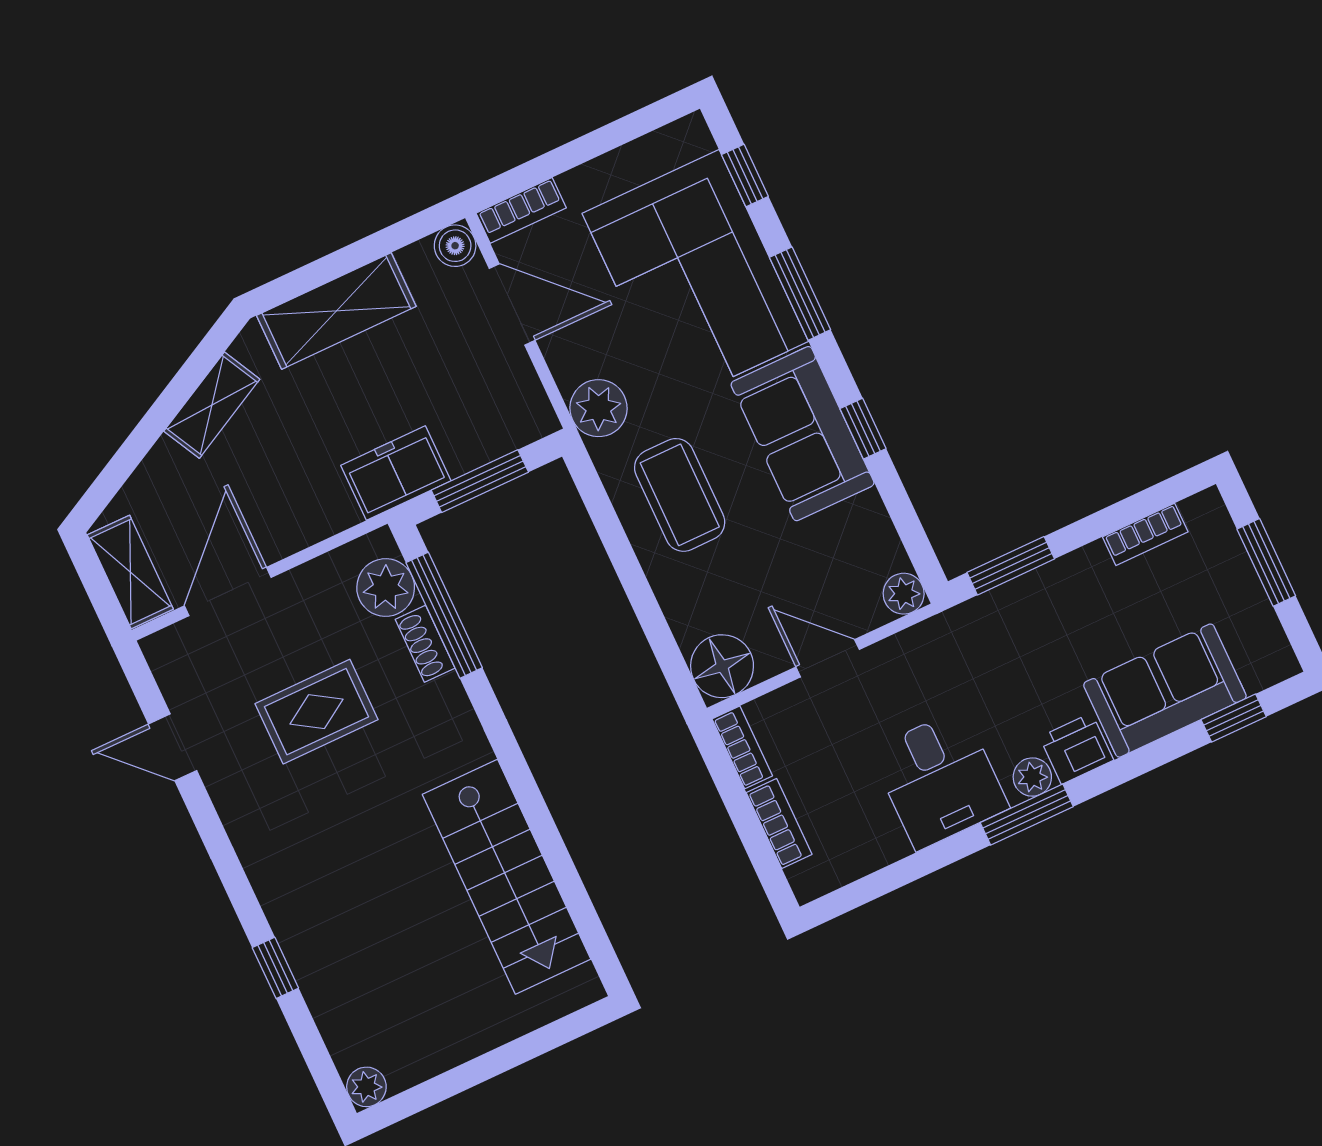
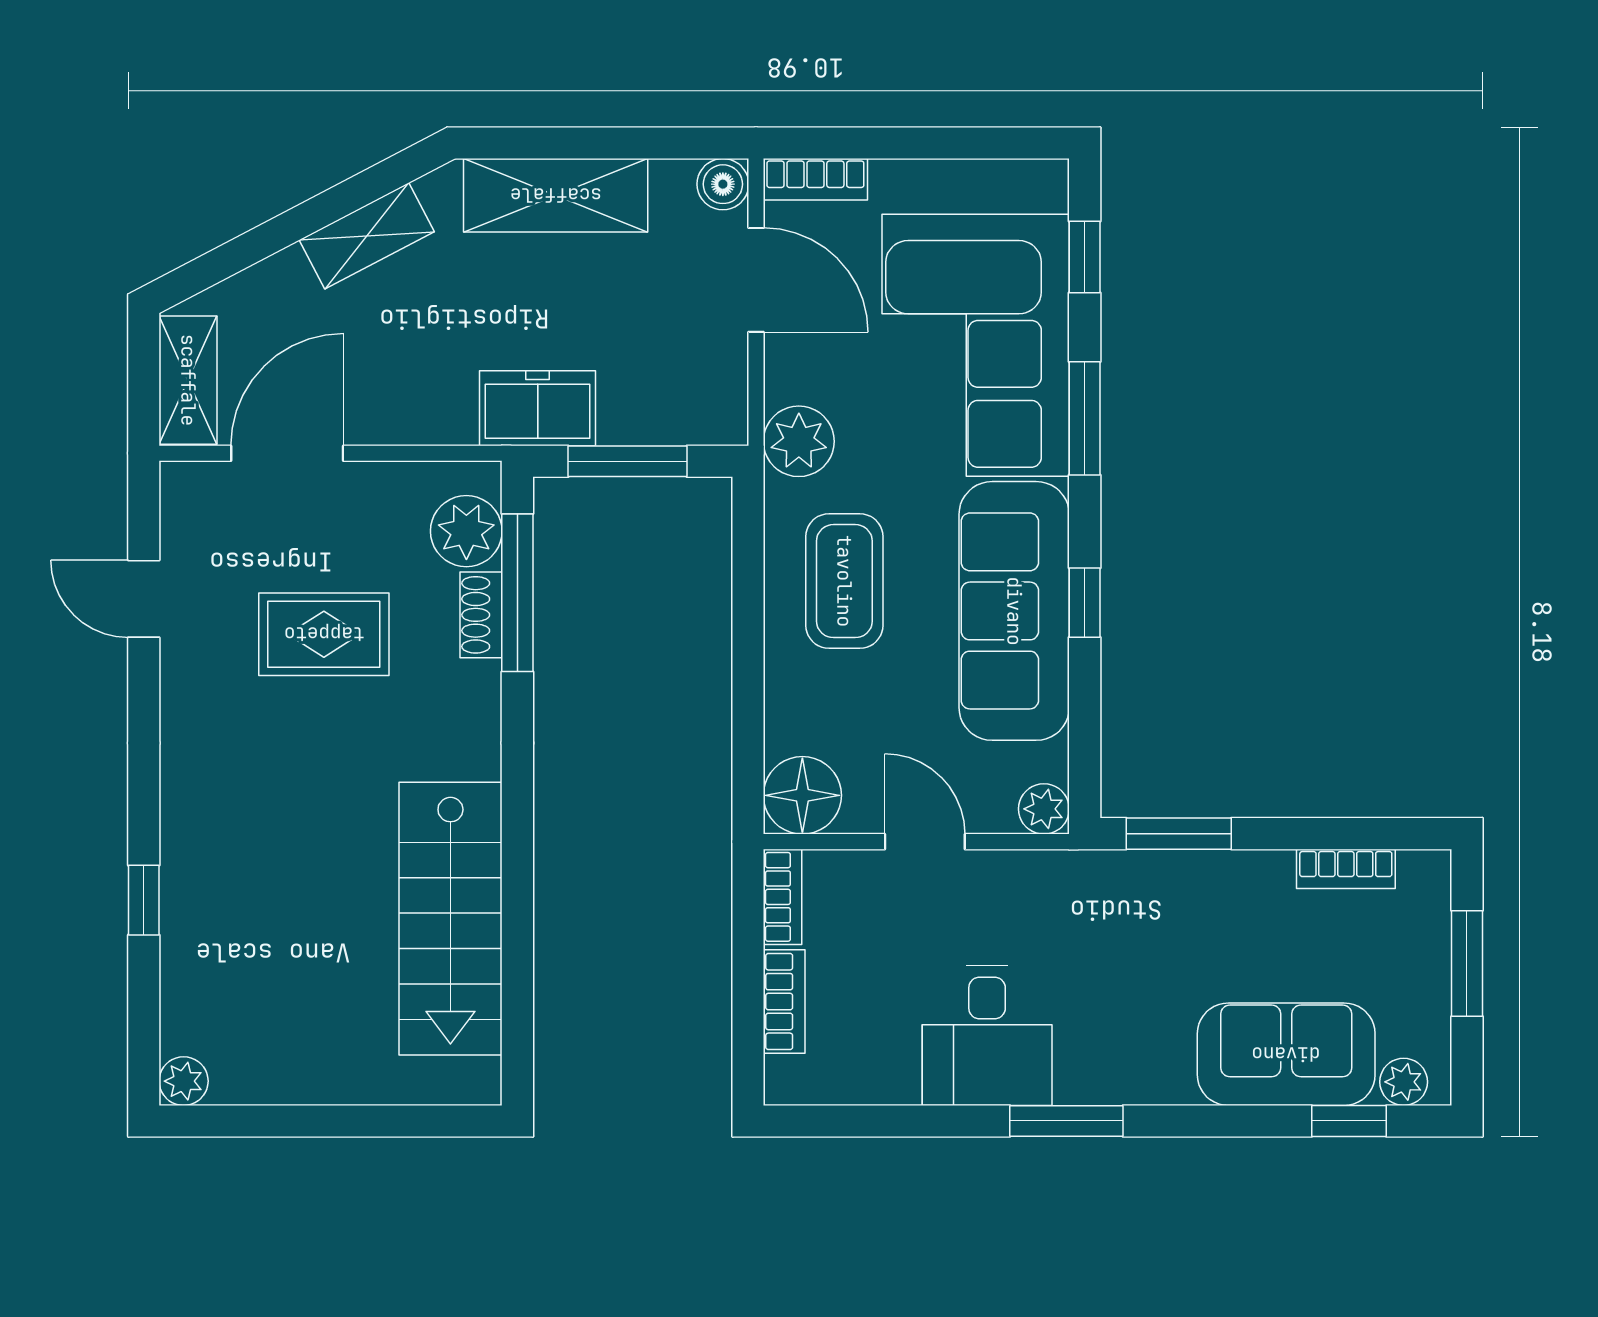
sofa: (803, 434) -> (1014, 611), width x1.36
printer: (1076, 749) -> (1157, 1073), removed
plant: (1032, 777) -> (1404, 1082), moved

